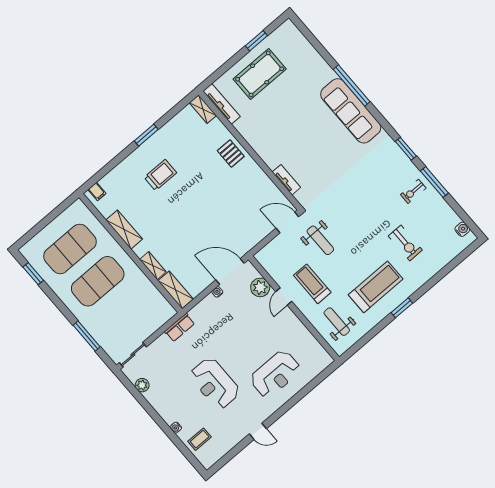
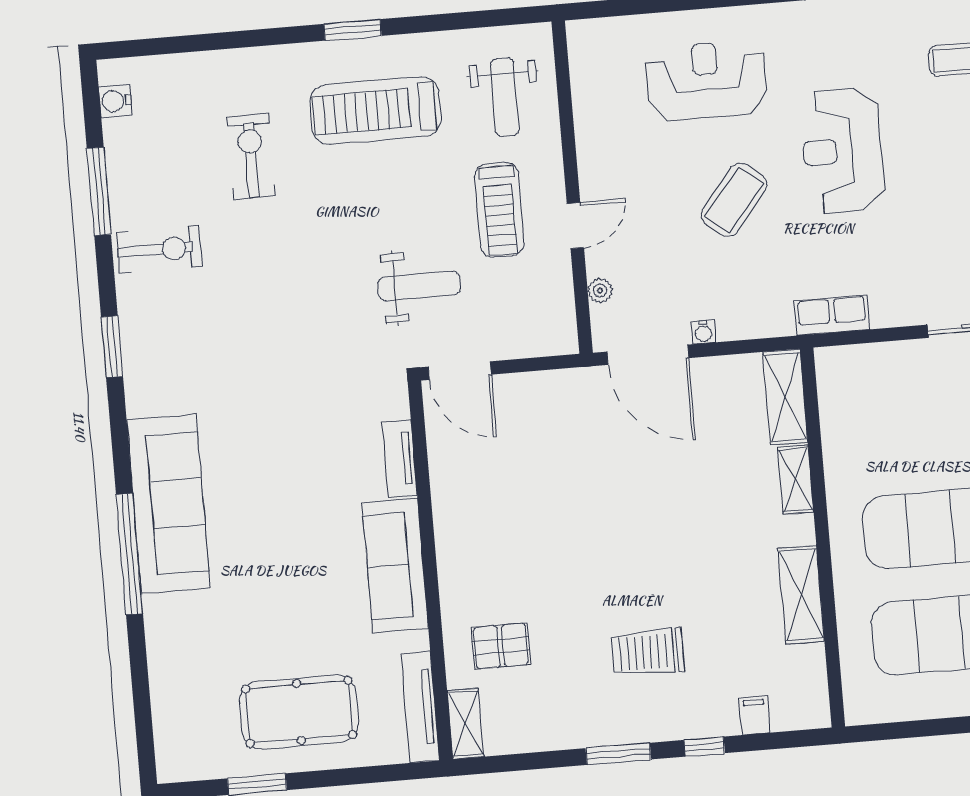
sofa: (263, 144) -> (395, 565), added
pallet: (231, 154) -> (501, 646), moved, turned 90
window: (120, 158) -> (704, 747), added
window: (434, 182) -> (99, 191), moved
exercise bike: (413, 191) -> (159, 249), width x1.38, depth x1.39
filing cabinet: (97, 192) -> (754, 715), moved
weight bench: (320, 240) -> (419, 286), turned 90
plant: (260, 287) -> (600, 290), width x0.53, depth x0.53
coffee table: (238, 342) -> (734, 200), added
reception desk: (215, 383) -> (843, 151), turned 180

